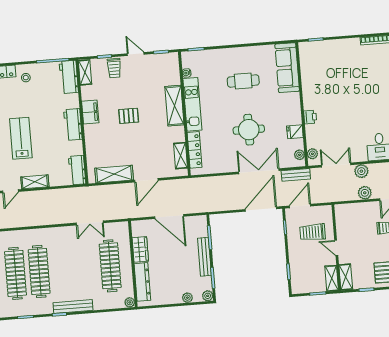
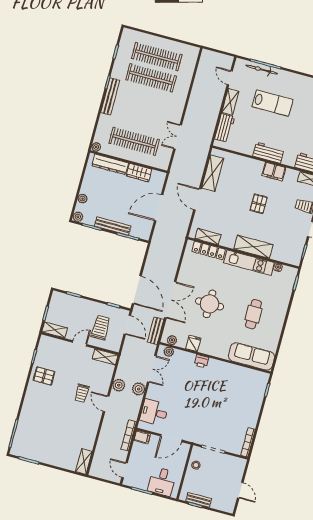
workbench: (77, 170) -> (225, 128), moved, turned 90
shelving: (346, 277) -> (105, 357), moved

